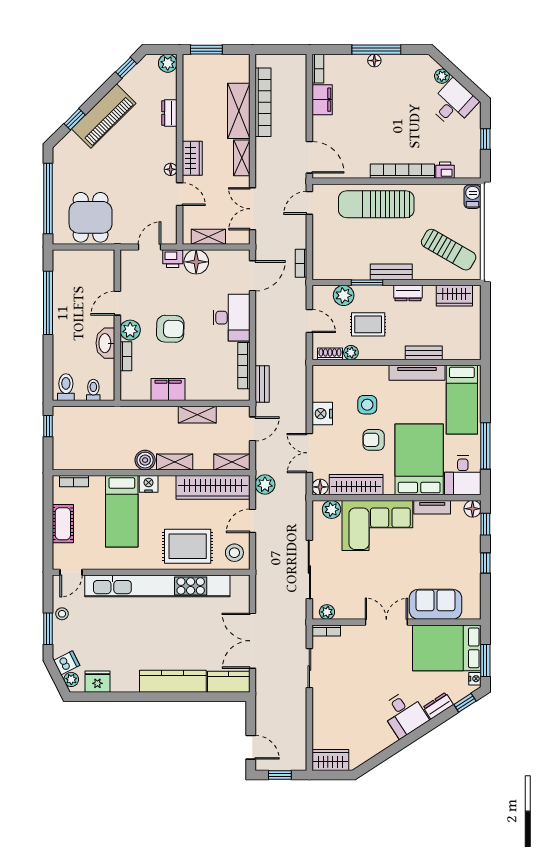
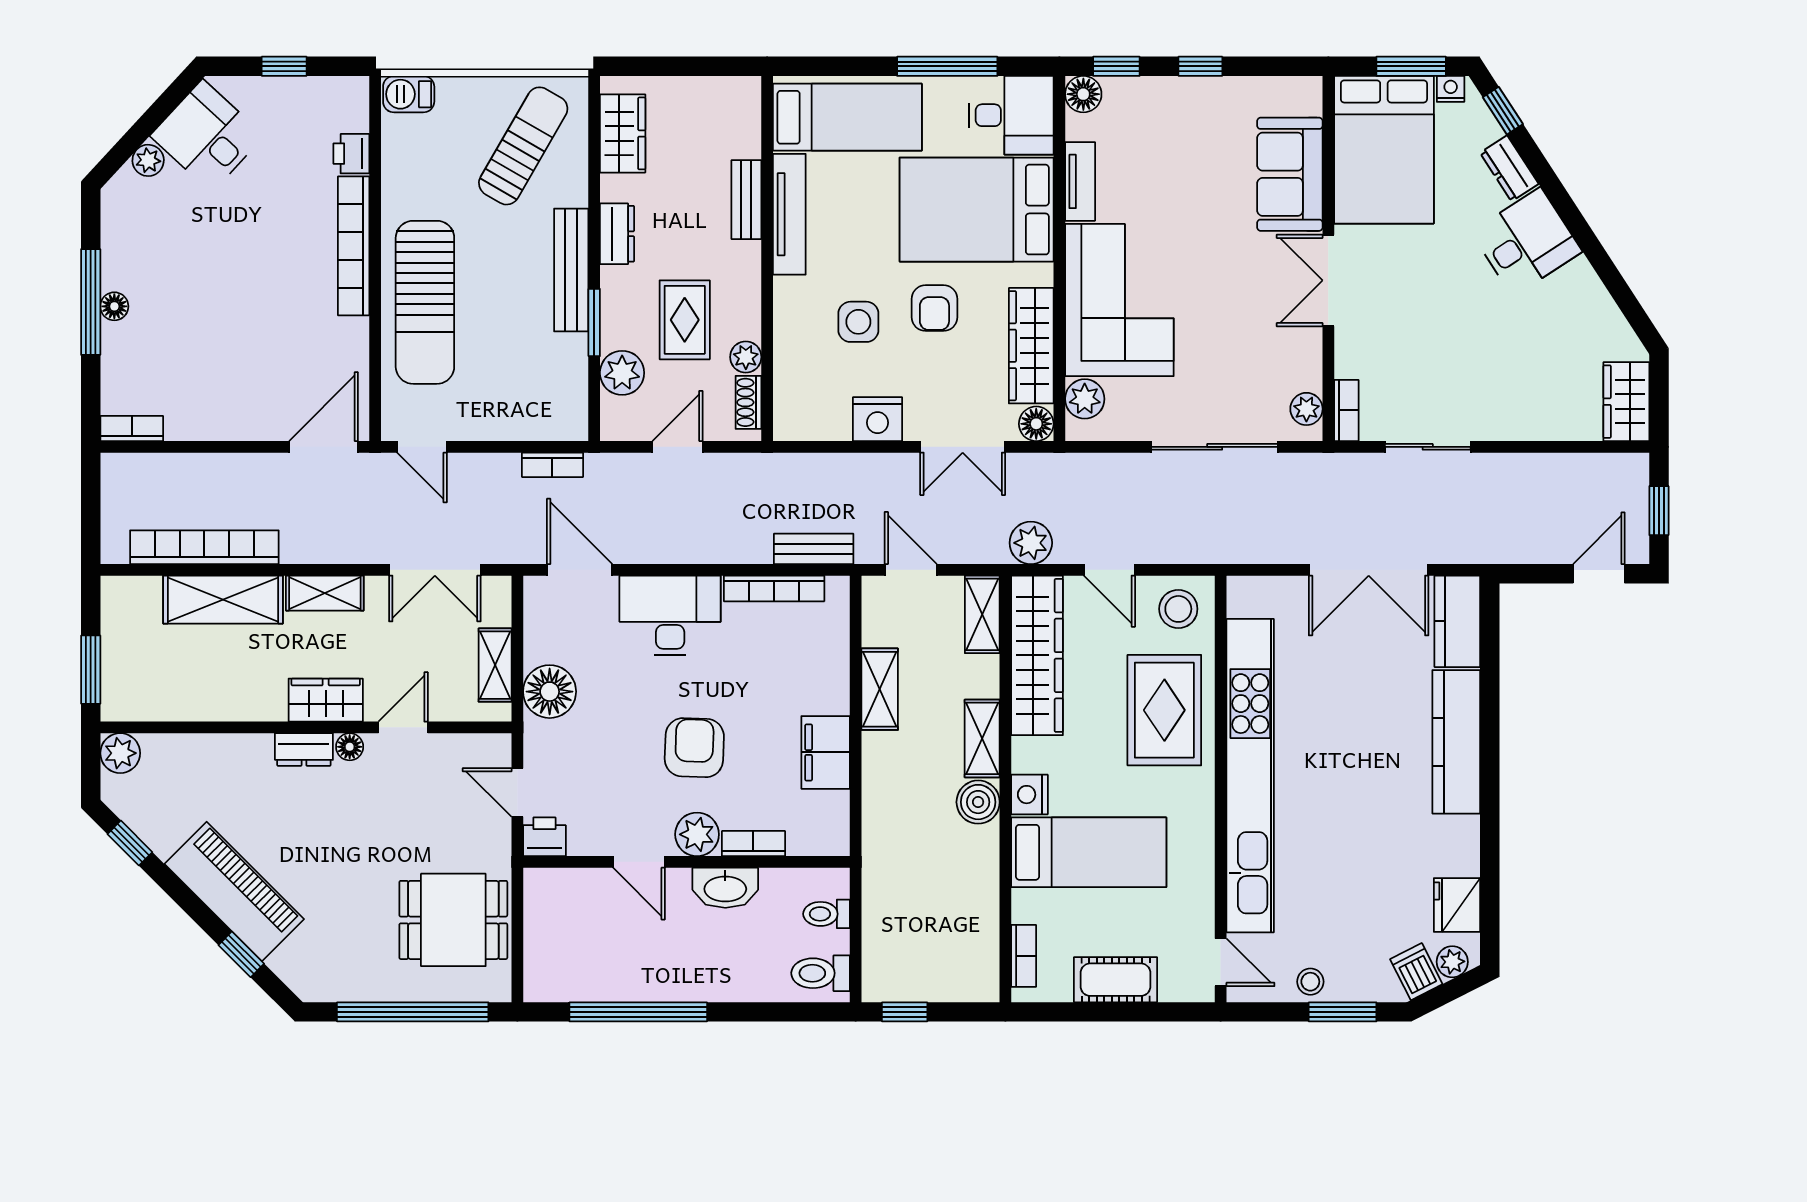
filing cabinet: (322, 100) -> (199, 419), removed
dresser: (169, 113) -> (304, 750), moved
printer: (173, 259) -> (544, 837), moved, turned -90
bench: (391, 272) -> (571, 270), width x1.36

